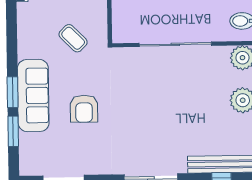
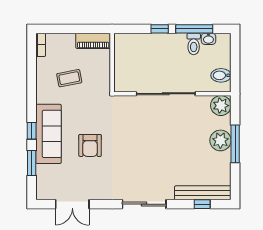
coffee table: (73, 38) -> (69, 78), moved, turned -56
window: (13, 92) -> (32, 131), width x0.67

